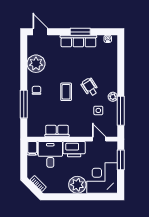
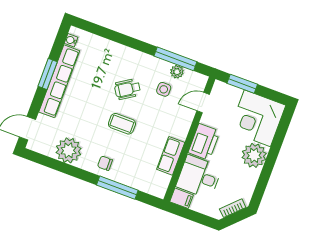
row of seats: (78, 41) -> (59, 81), width x1.36
plant: (113, 97) -> (177, 72), moved

